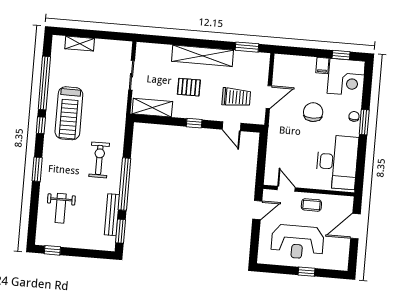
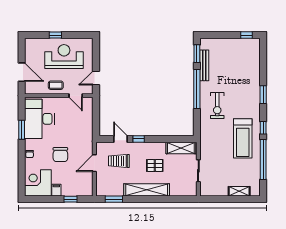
window: (341, 55) -> (70, 199), moved
treadmill: (69, 113) -> (243, 138), turned 180
window: (364, 122) -> (22, 130), moved
window: (194, 123) -> (139, 139), moved
weight bench: (61, 208) -> (243, 67), removed
door: (355, 226) -> (22, 72), hinge flipped

